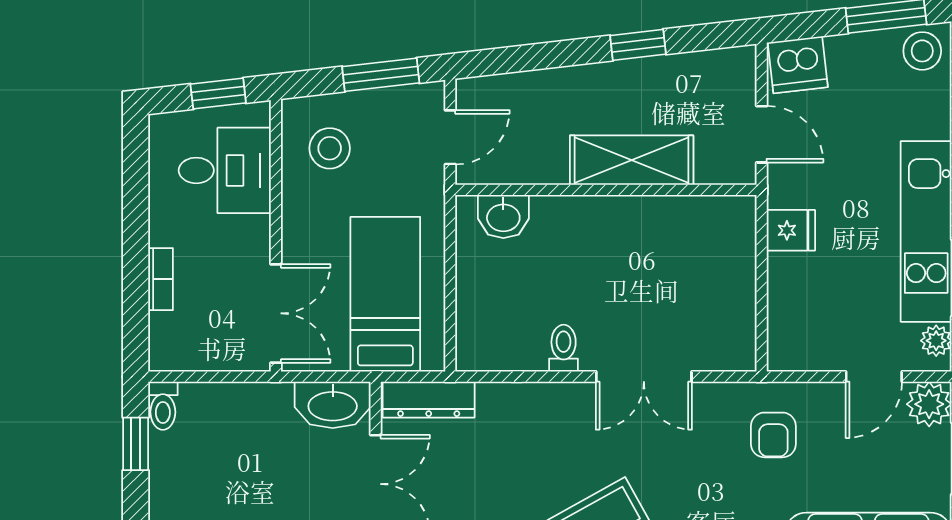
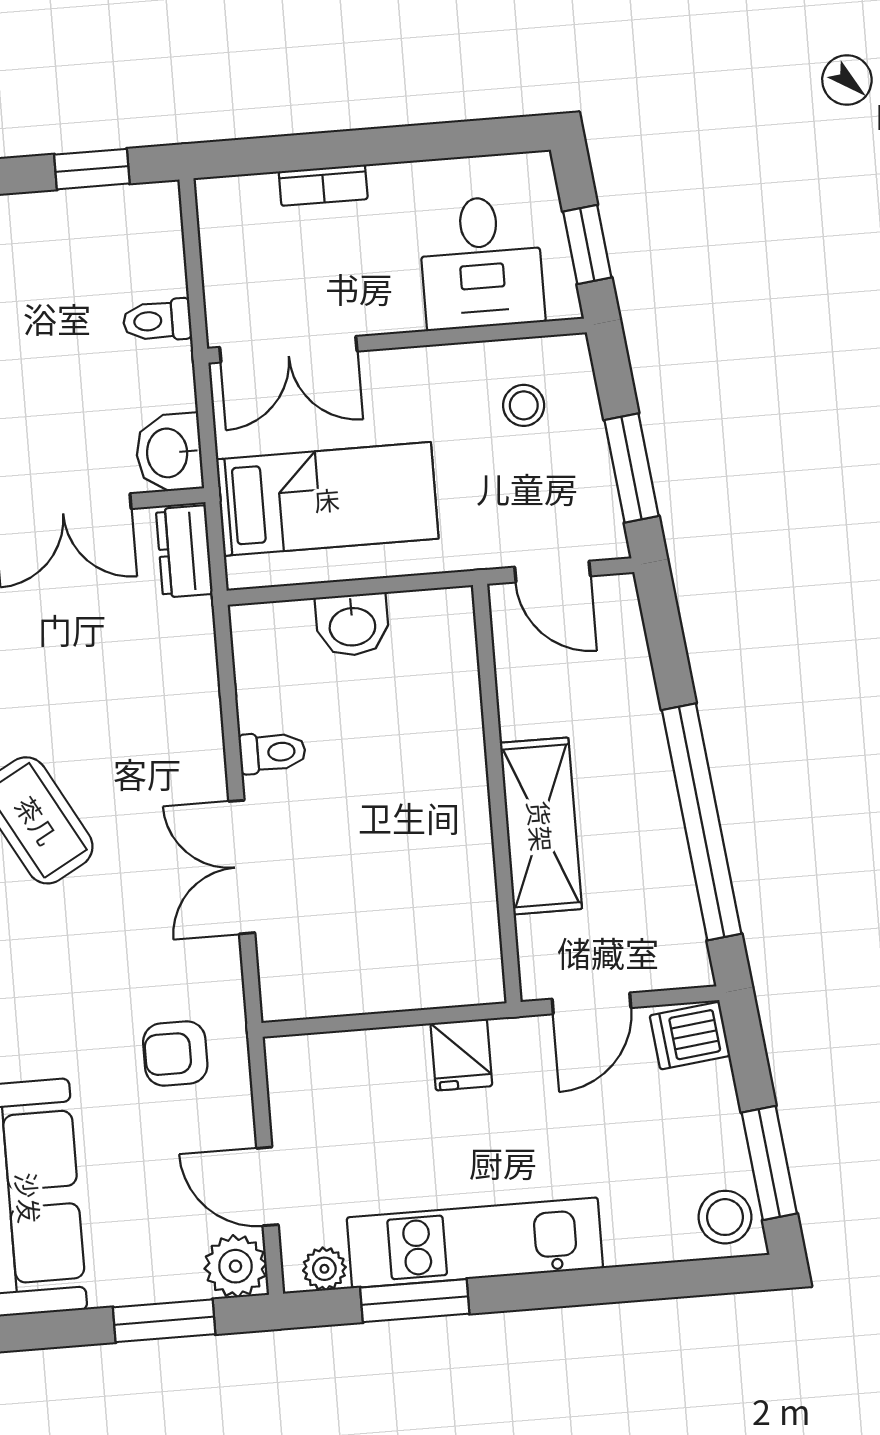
window: (638, 45) -> (702, 822), width x3.17
dishwasher: (798, 65) -> (690, 1036), width x0.73
stool: (330, 148) -> (524, 405), width x0.73, depth x0.73
washbasin: (503, 217) -> (352, 625), moved, turned -90
dresser: (429, 400) -> (184, 552), width x0.70
washbasin: (333, 405) -> (169, 453), width x0.72
toilet: (163, 406) -> (157, 321), moved

